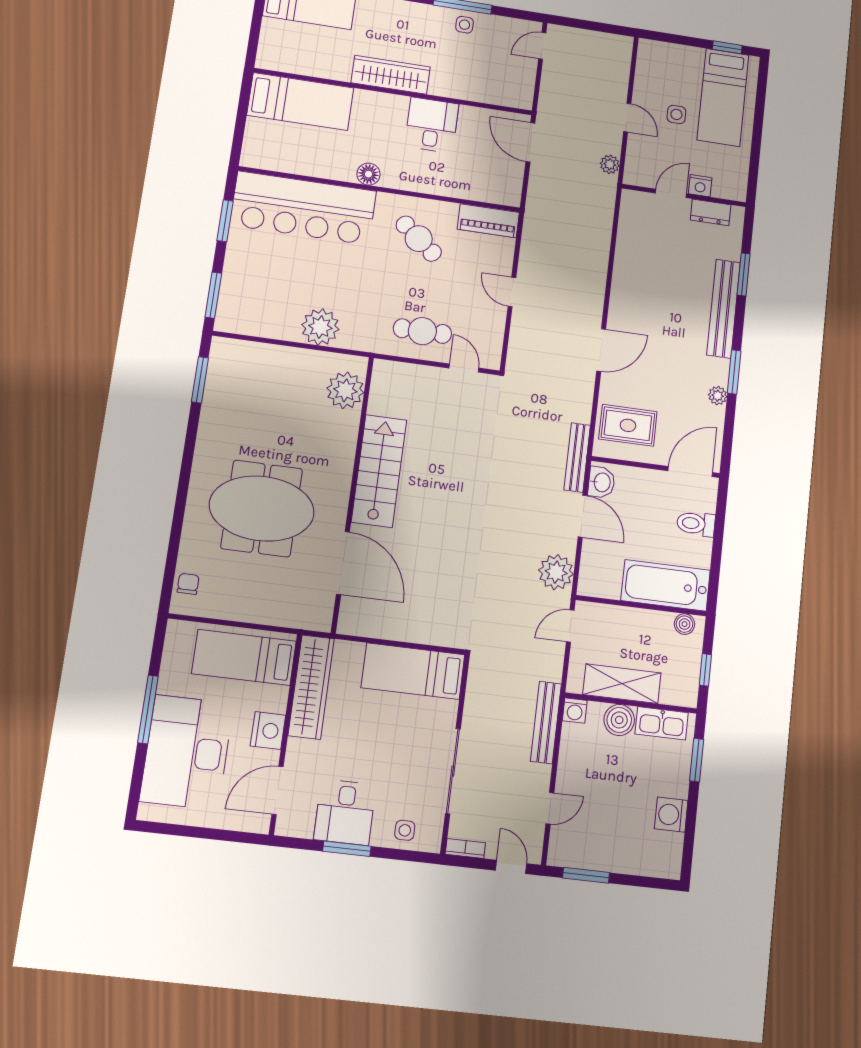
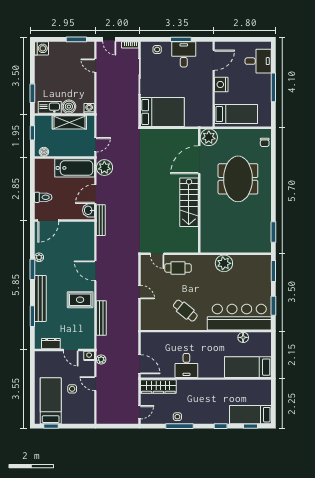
wardrobe: (391, 75) -> (158, 387), moved
floor lamp: (368, 174) -> (243, 337), moved
nightstand: (700, 186) -> (89, 356), moved
door: (671, 193) -> (71, 350), hinge flipped
piano: (488, 221) -> (155, 324), removed
door: (601, 350) -> (95, 271), hinge flipped
plant: (345, 390) -> (209, 137), moved
rug: (628, 425) -> (80, 300), moved
meeting table: (262, 508) -> (238, 179), turned 90
door: (583, 516) -> (95, 194), hinge flipped
door: (343, 563) -> (199, 160), hinge flipped
bathtub: (666, 585) -> (75, 168), moved
bed: (413, 671) -> (162, 112), width x1.50
wardrobe: (311, 687) -> (206, 105), removed
bench: (546, 722) -> (101, 318), moved
desk: (187, 752) -> (258, 61), width x0.53, depth x0.77
door: (550, 808) -> (95, 66), hinge flipped
washing machine: (671, 815) -> (41, 48), moved

